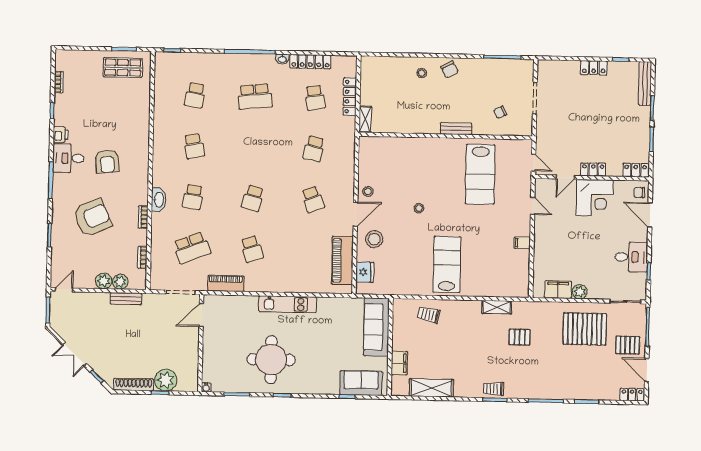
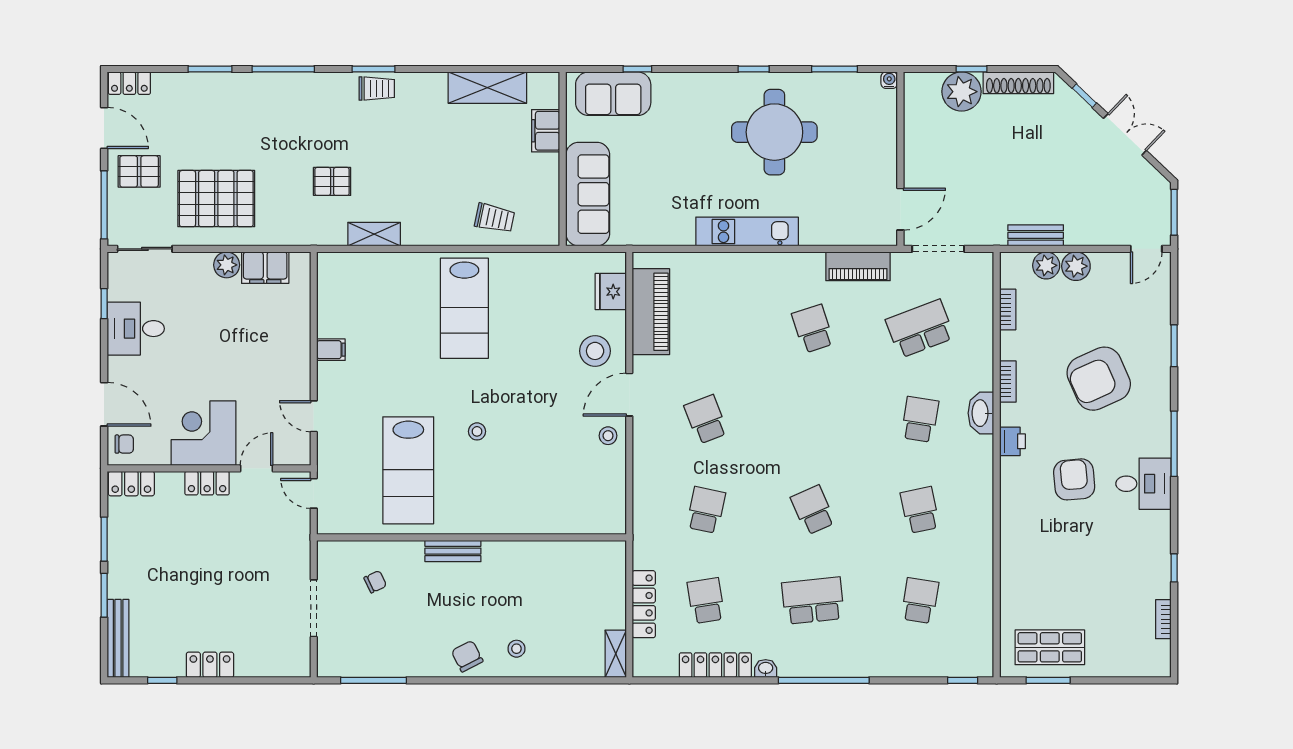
shelving: (365, 119) -> (616, 654), moved
printer: (61, 135) -> (1012, 441), moved, turned 180
lab bench: (480, 174) -> (408, 470), turned 180
school desk: (253, 198) -> (813, 510), moved, turned -39
stool: (419, 208) -> (477, 431), moved

